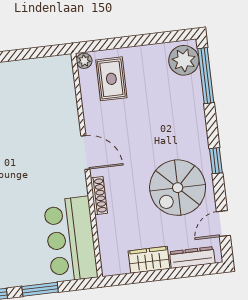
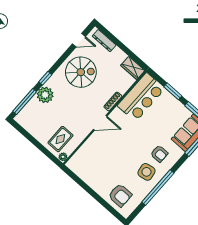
plant: (184, 60) -> (45, 95), moved
door: (85, 153) -> (100, 123), swing flipped
window: (216, 161) -> (45, 78), moved
wardrobe: (149, 260) -> (133, 68), moved

